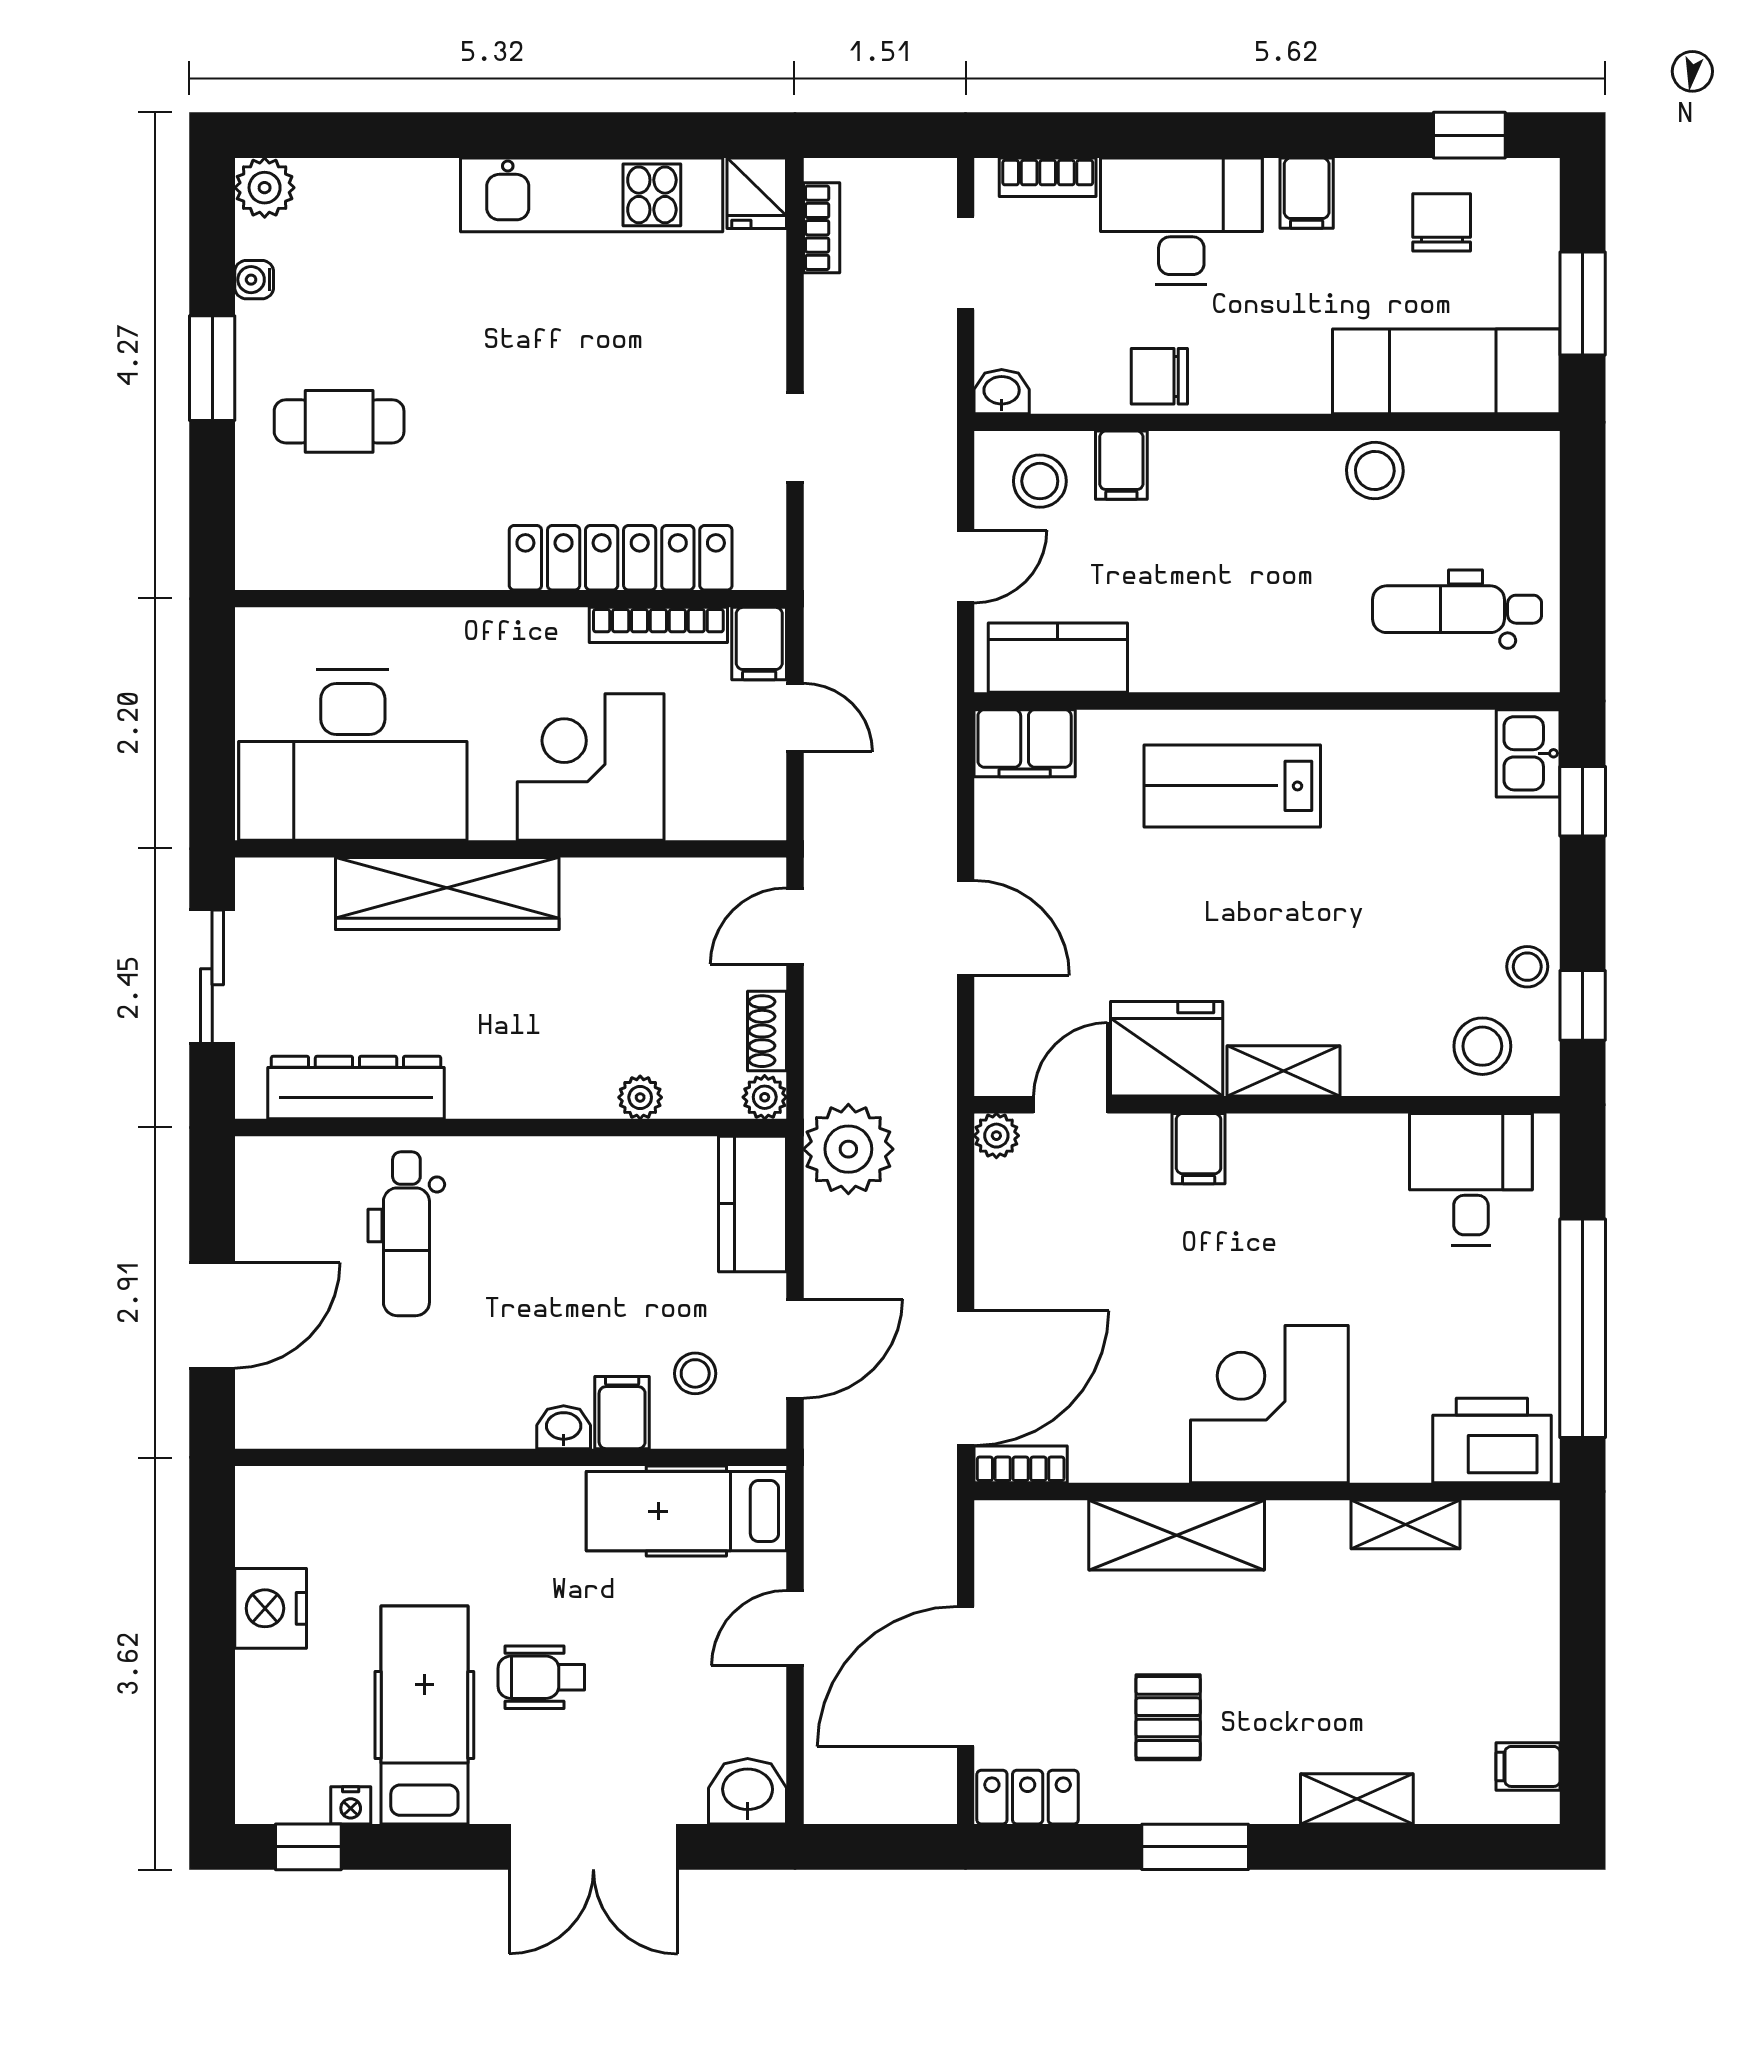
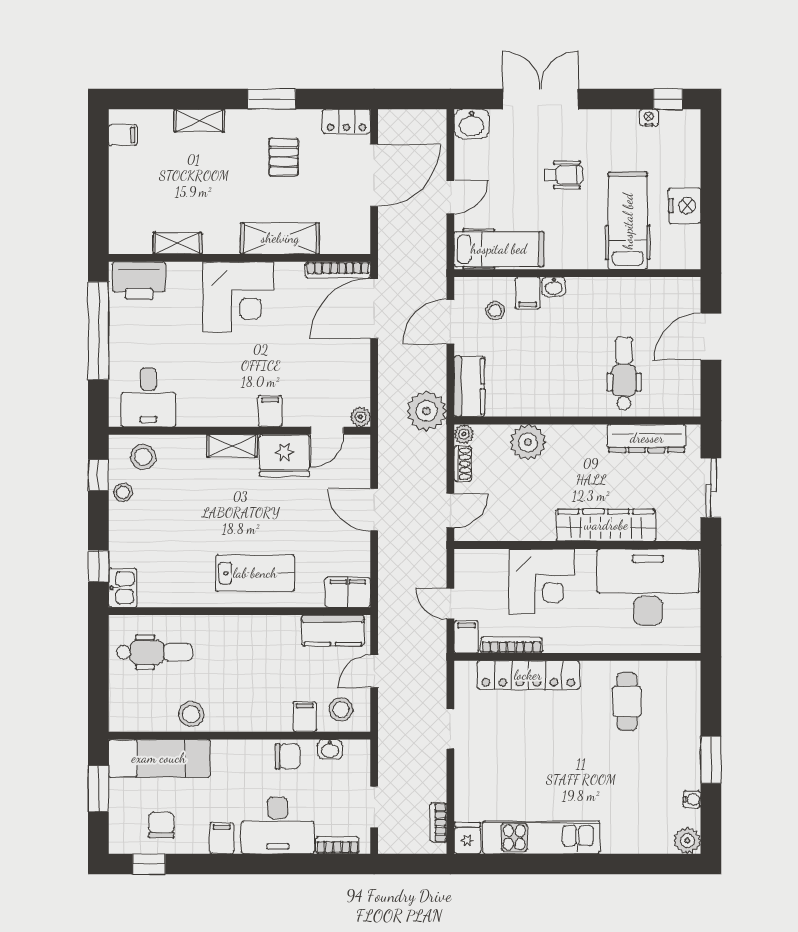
chair: (1442, 222) -> (161, 825), turned 180
washbasin: (1002, 392) -> (330, 749), moved
cafe table: (339, 421) -> (627, 701), moved, turned 90
plant: (640, 1097) -> (528, 442), width x1.88, depth x1.88
bookcase: (1021, 1464) -> (338, 270), width x1.56
hospital bed: (424, 1715) -> (628, 221), moved, turned 180

